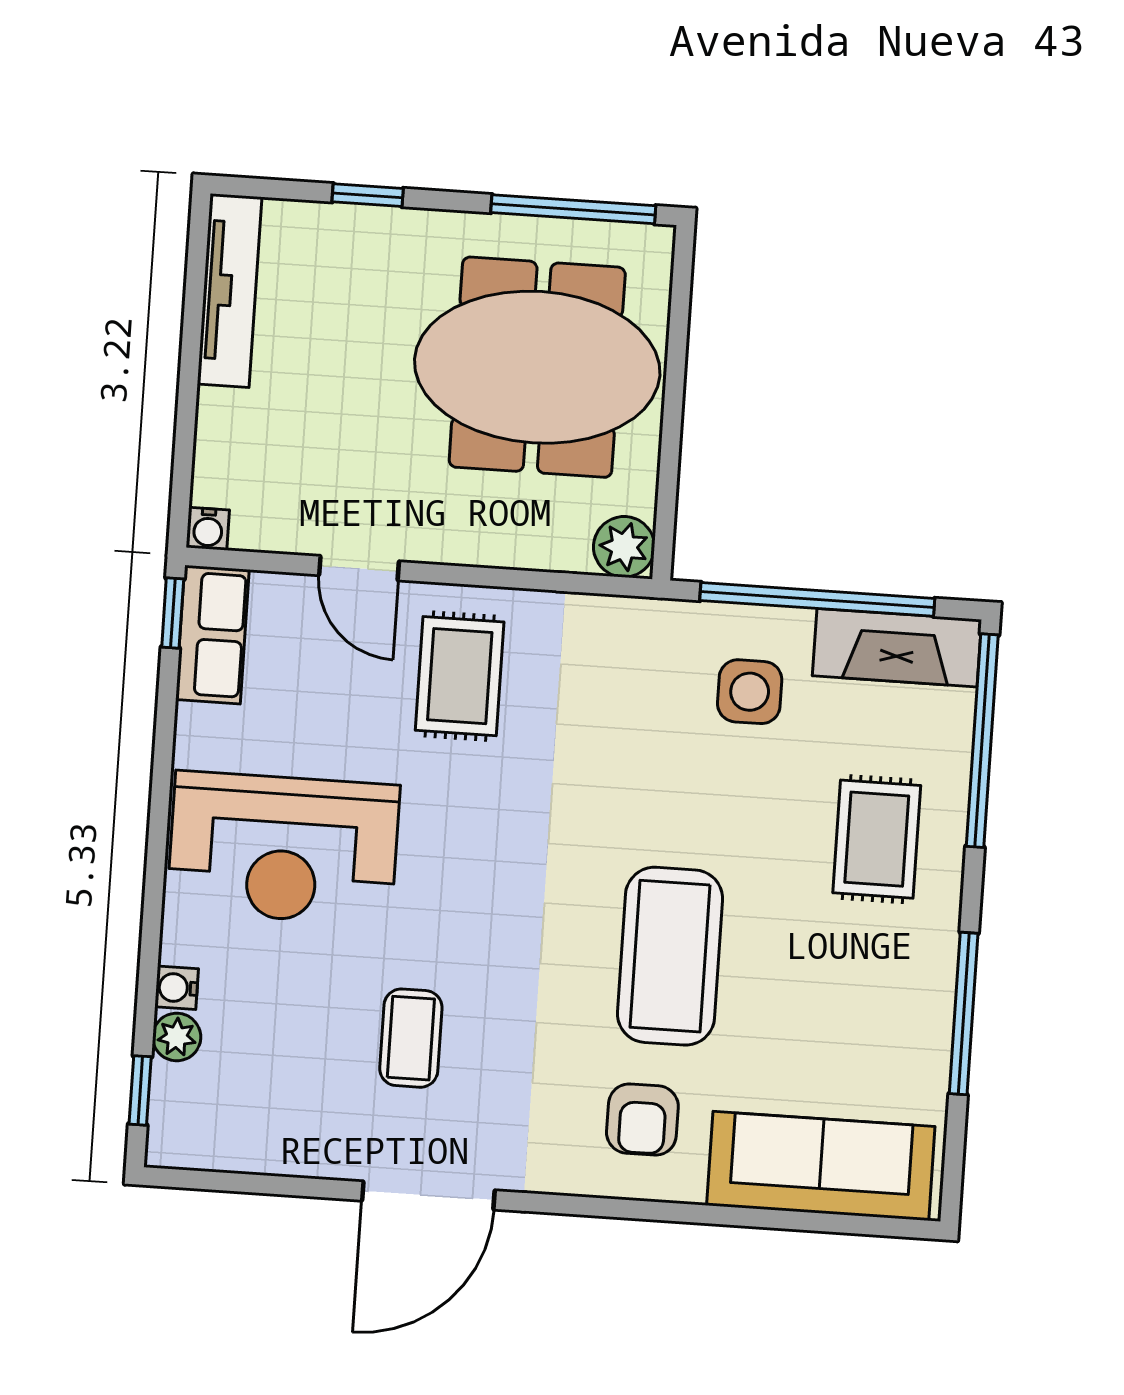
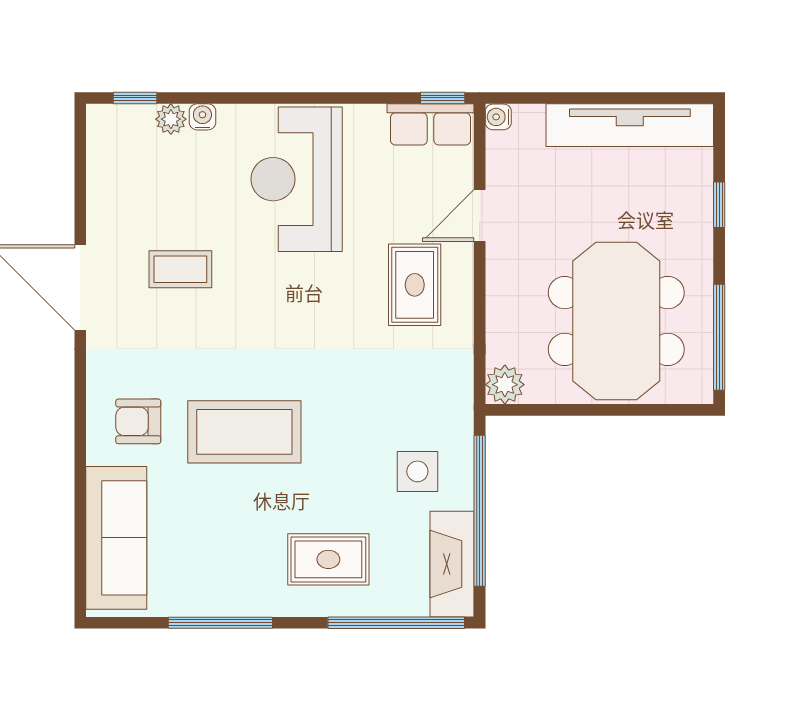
tv unit: (230, 291) -> (630, 125), width x1.36, depth x1.29
rug: (460, 676) -> (415, 285), turned 90

